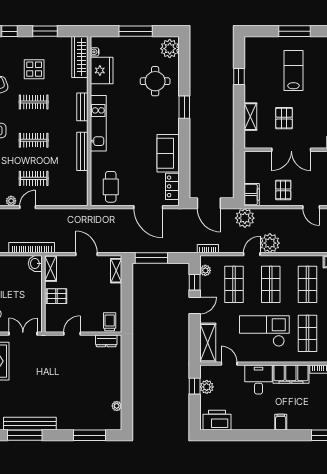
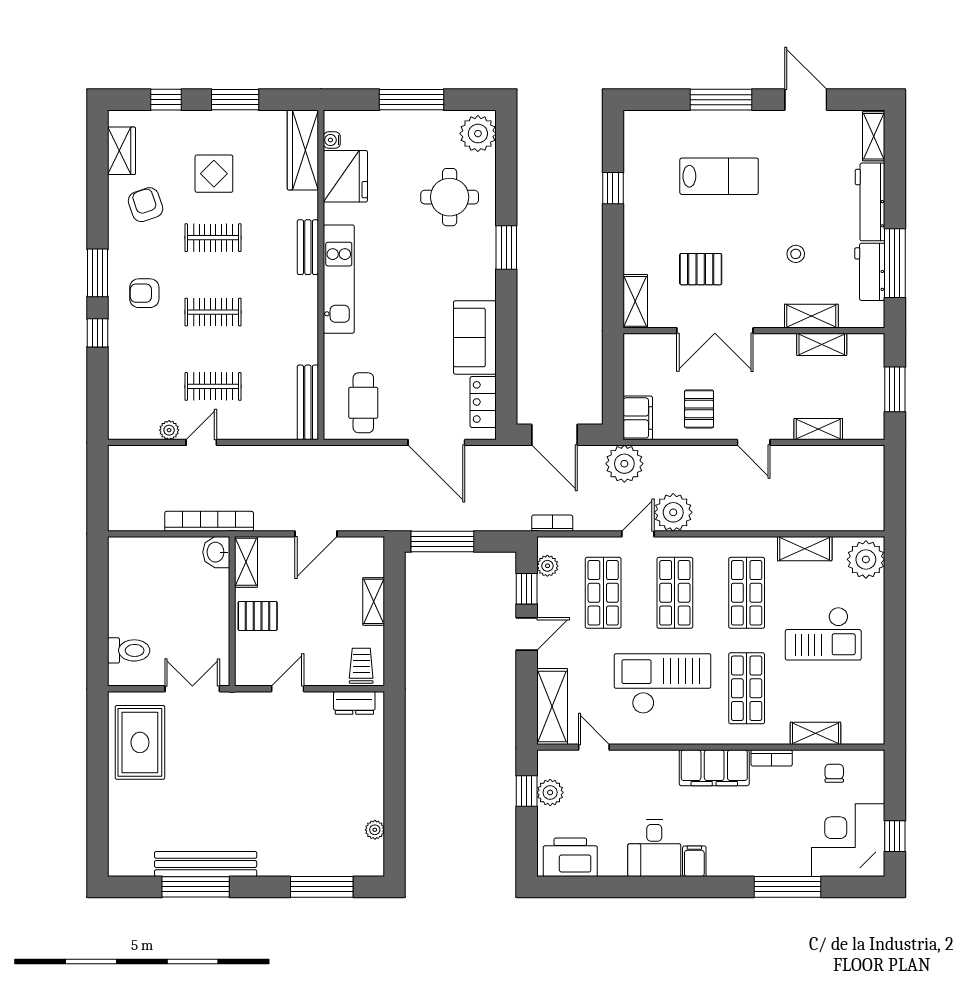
lab bench: (293, 70) -> (719, 176), turned 90
shelving: (250, 117) -> (635, 301), moved
pallet: (284, 118) -> (701, 269), turned 90
bench: (82, 151) -> (308, 402), moved
door: (86, 254) -> (316, 534), swing flipped
shelving: (116, 271) -> (374, 601), moved
desk: (258, 380) -> (654, 848), moved, turned 180

